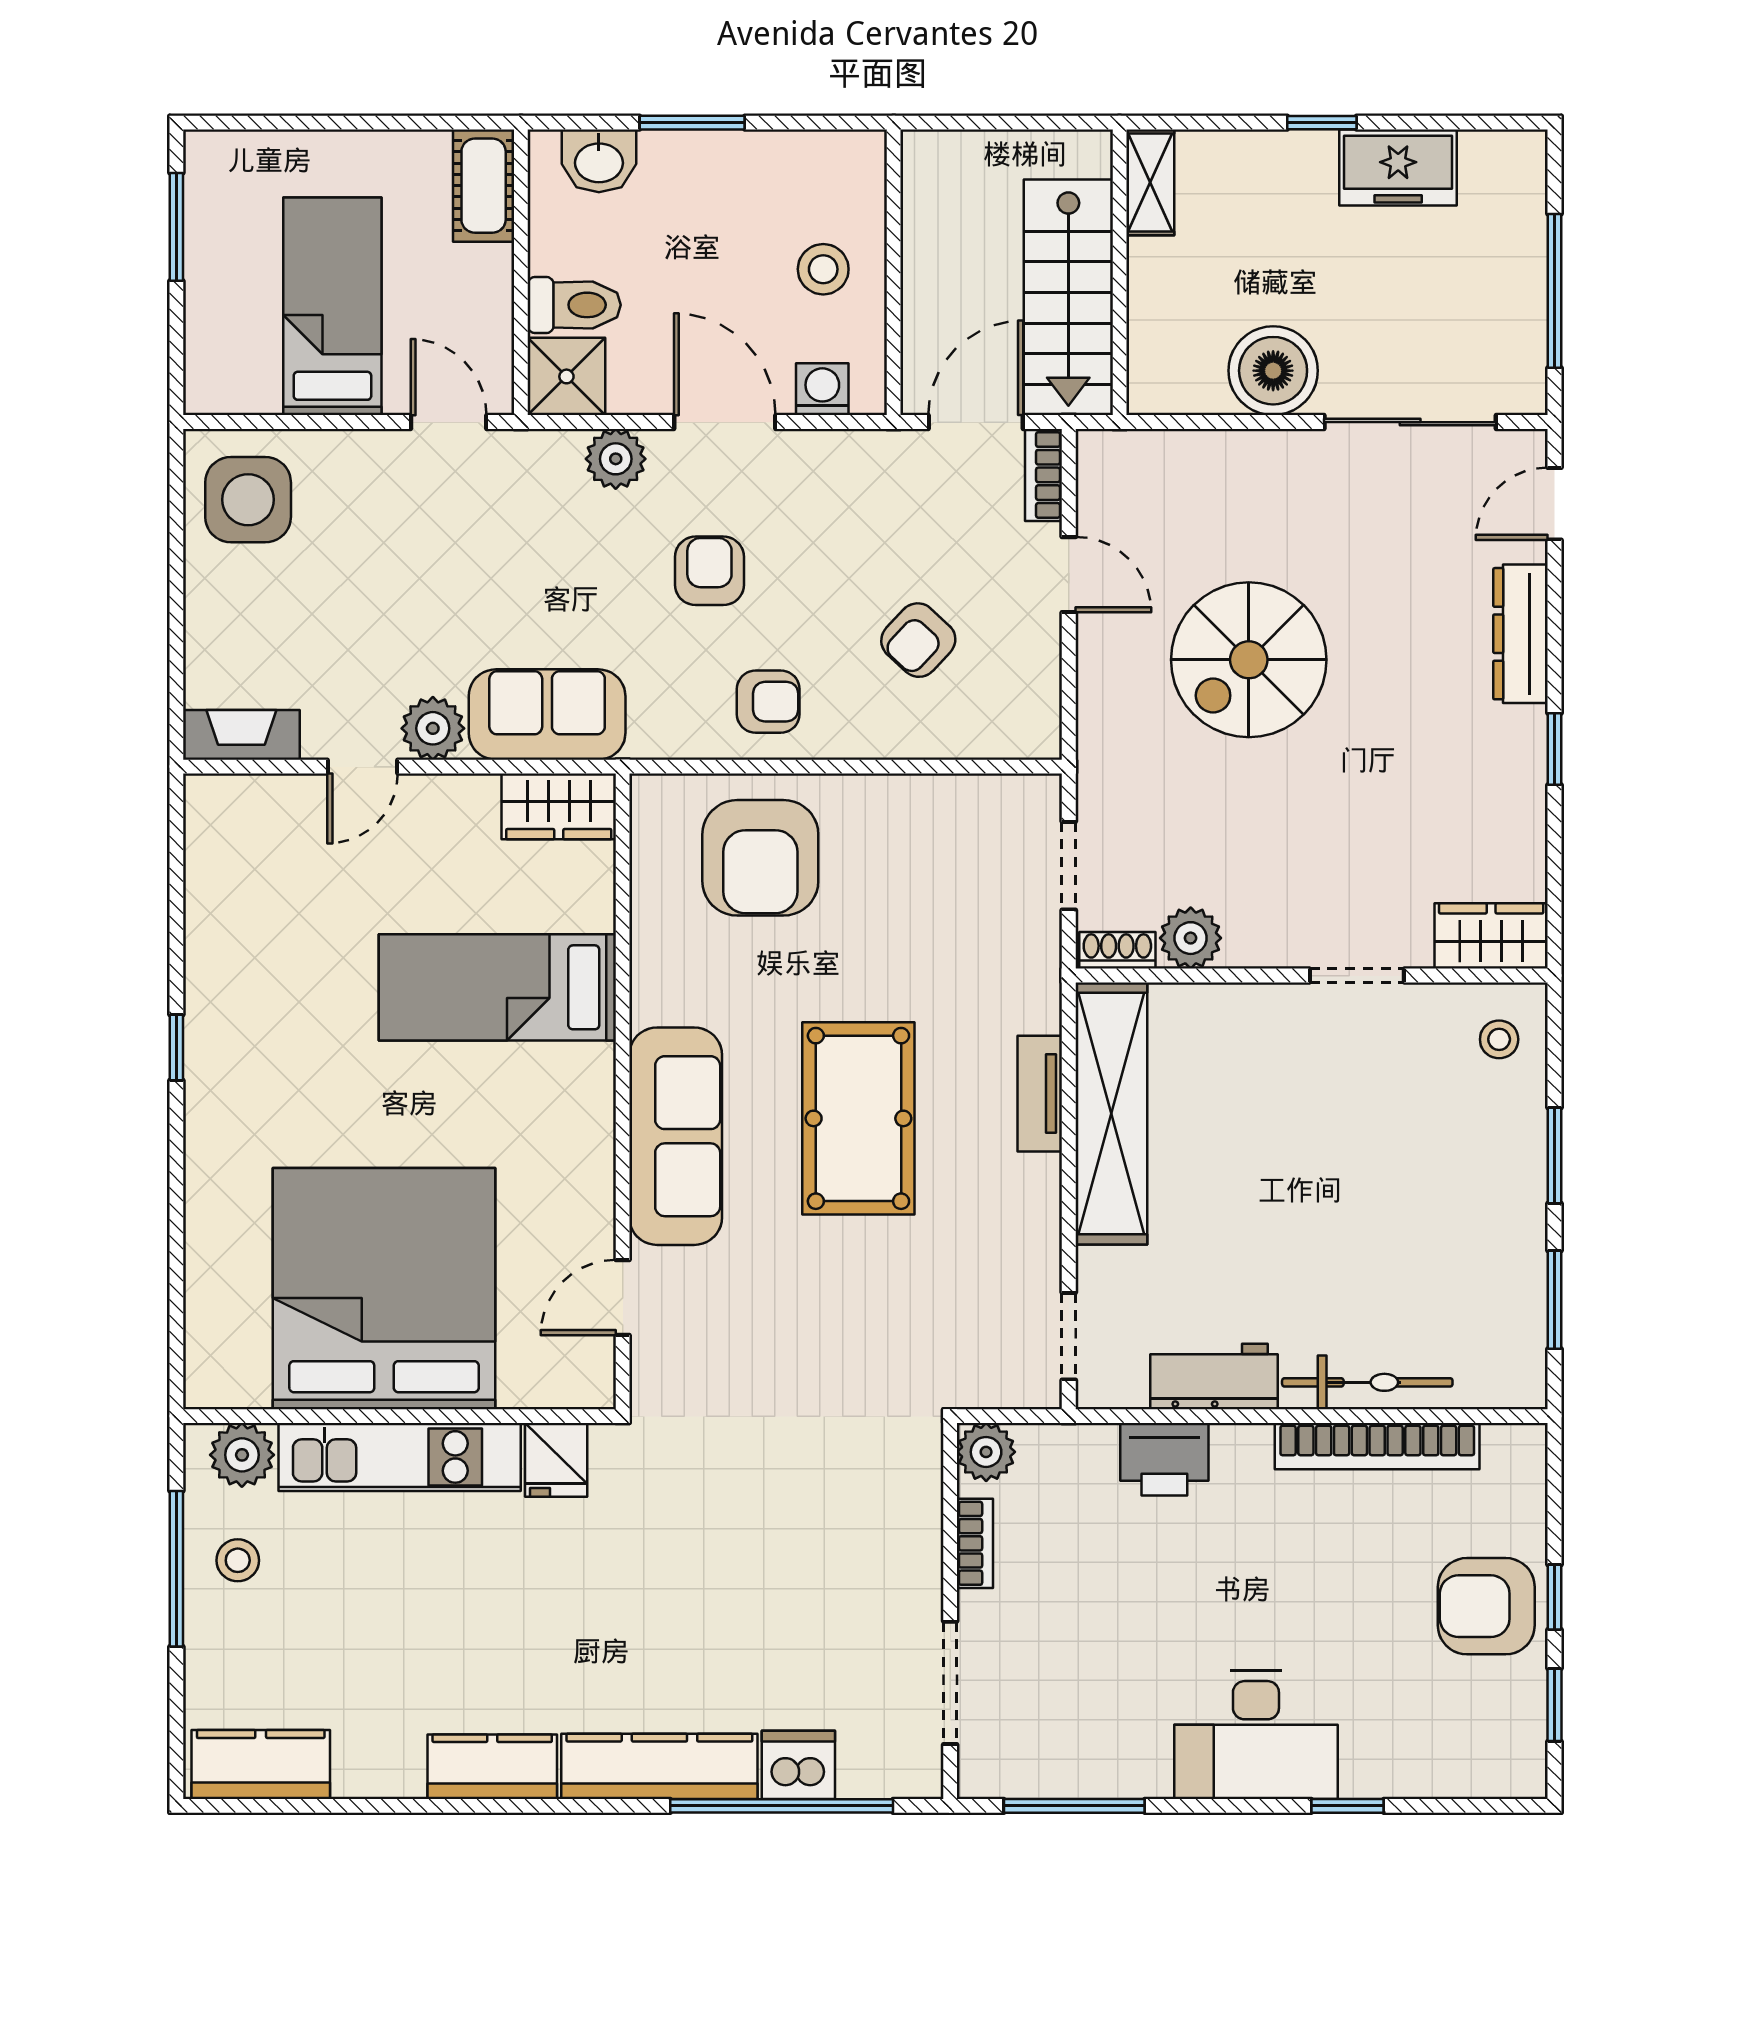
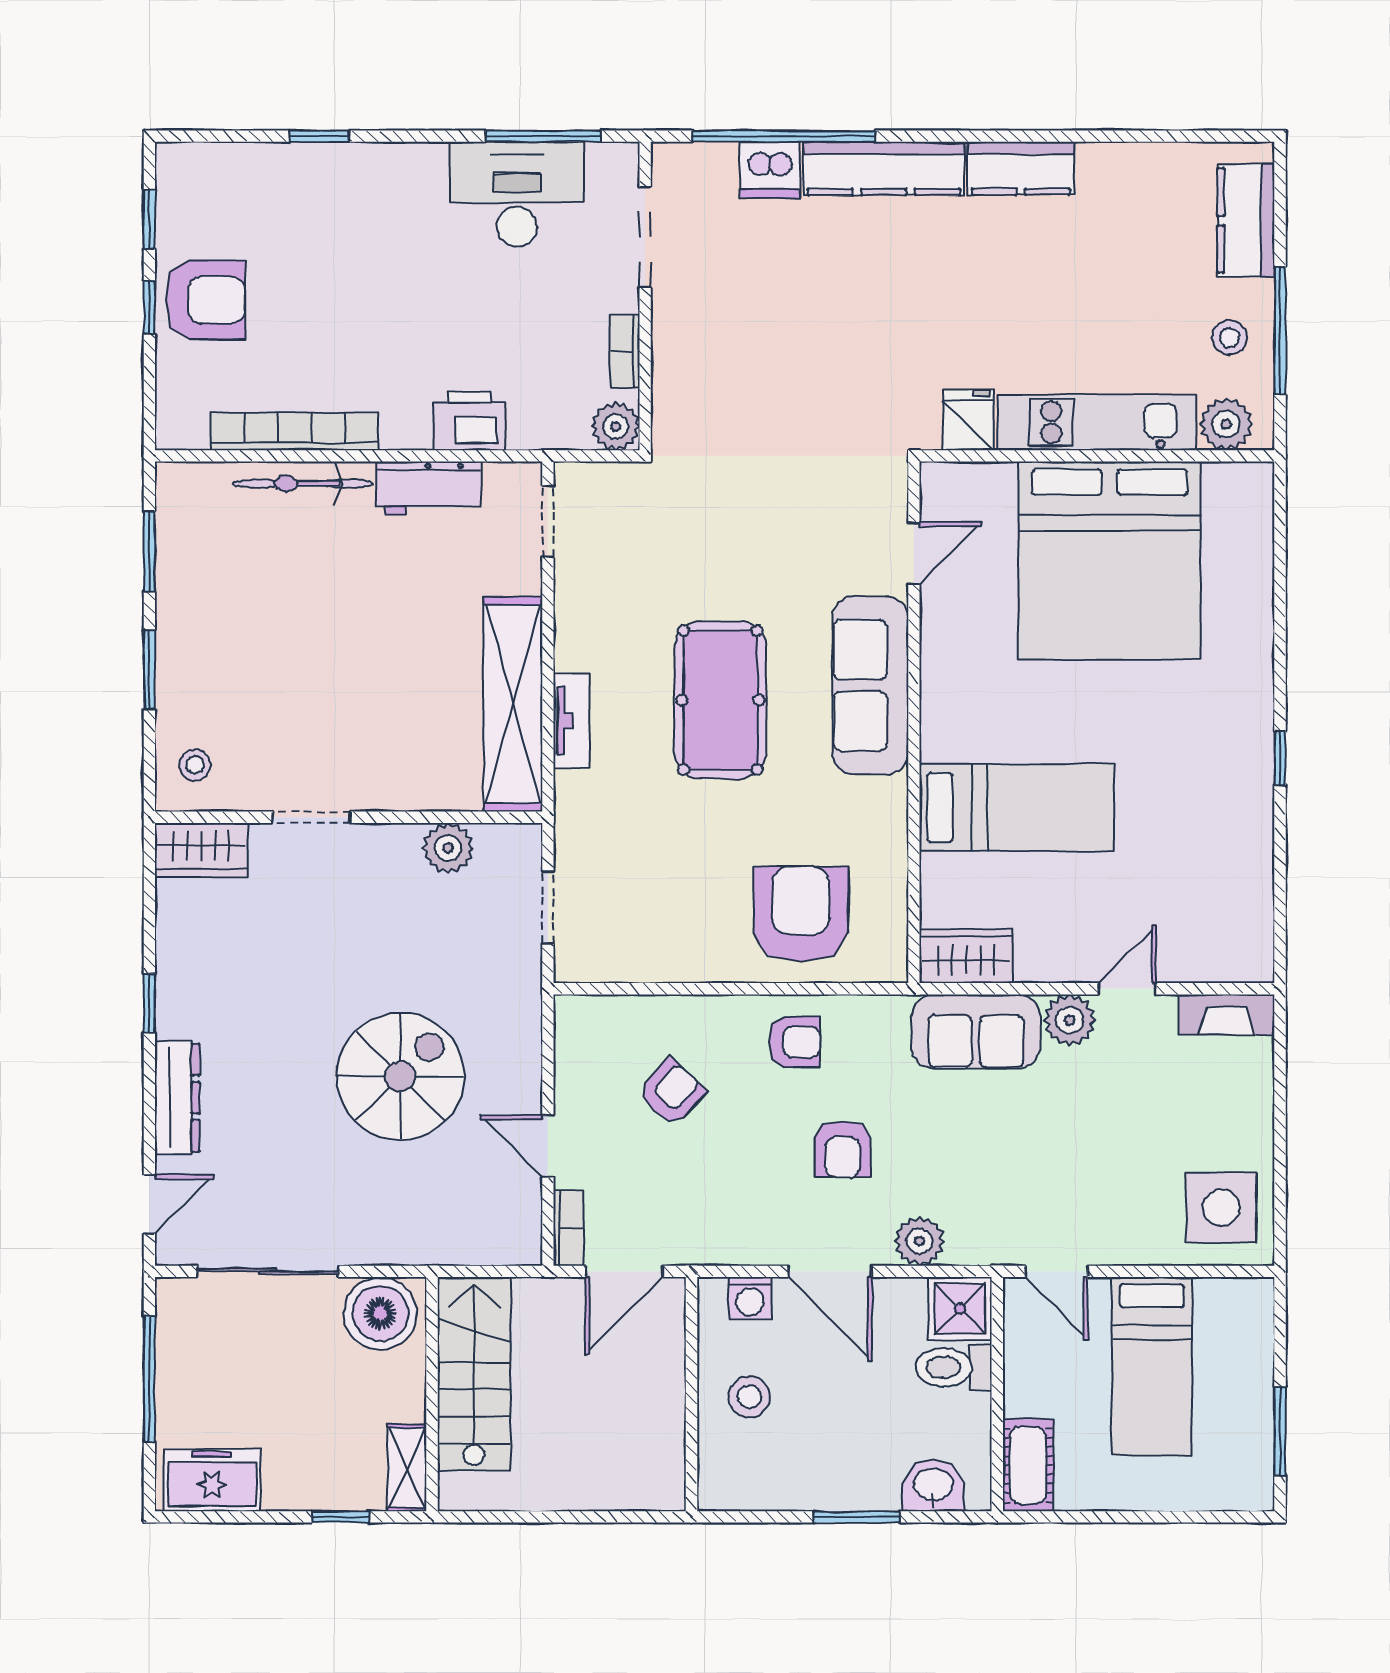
freezer: (1398, 168) -> (212, 1480), moved
shelving: (1150, 182) -> (407, 1468), moved
wall: (1120, 272) -> (432, 1394), moved
stairs: (1068, 297) -> (474, 1374), moved
armchair: (768, 702) -> (794, 1042), turned 180
shoe rack: (1117, 950) -> (508, 838), removed
desk: (1256, 1735) -> (517, 194), moved
kitchen counter: (261, 1764) -> (1246, 221), moved, turned 90

